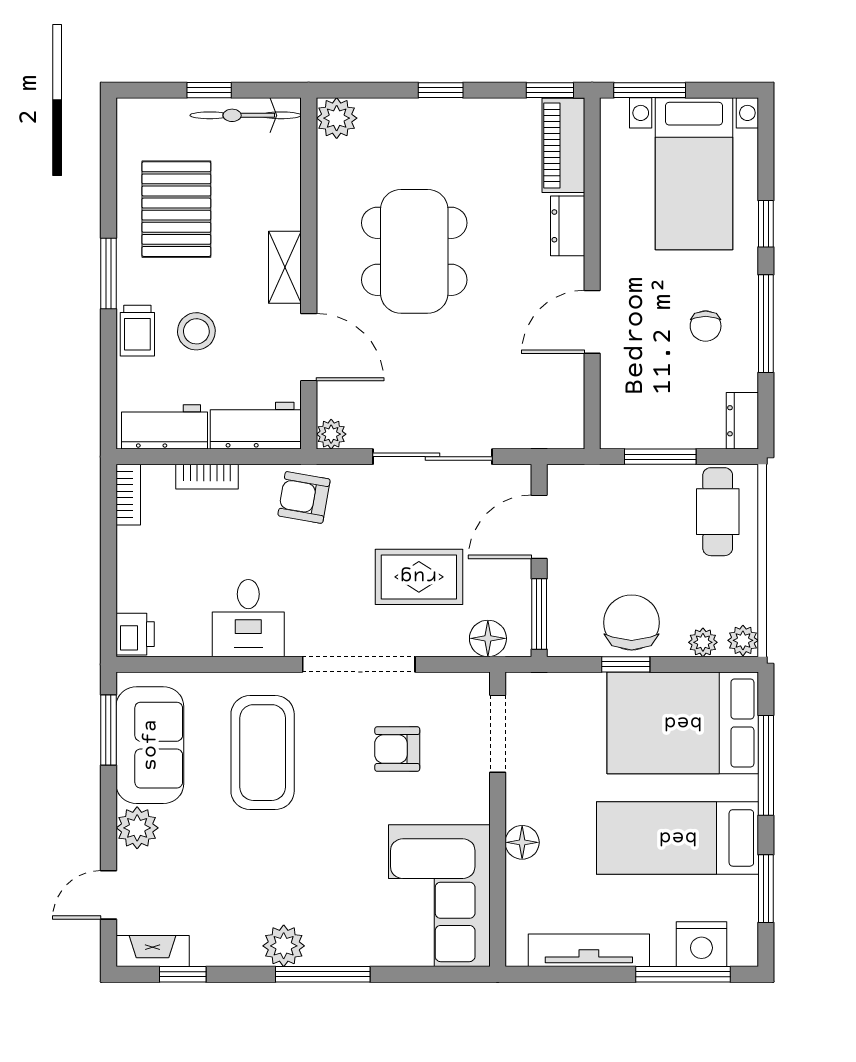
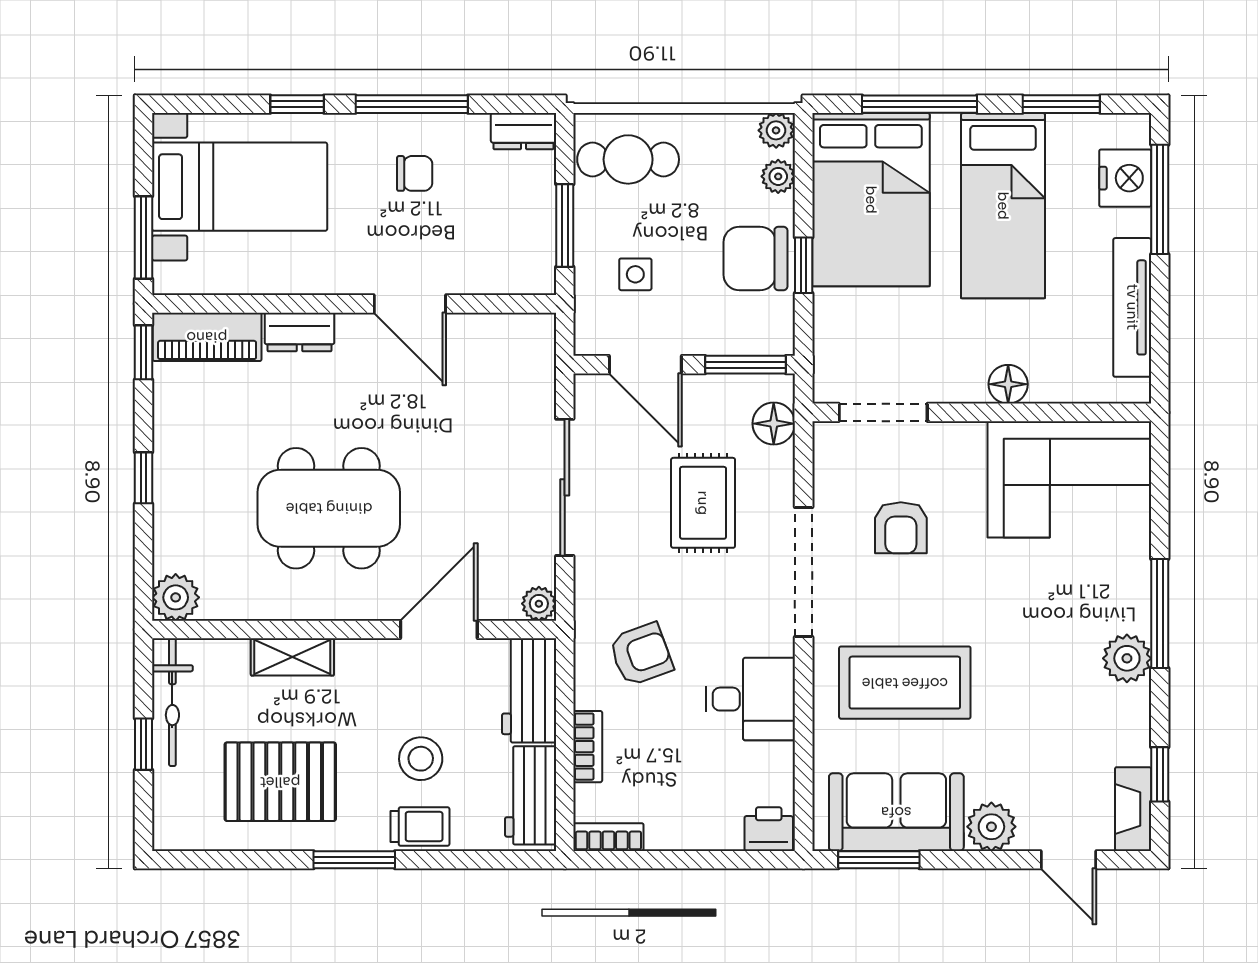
shelving: (285, 267) -> (292, 657), moved
armchair: (304, 497) -> (641, 654), moved, turned -120
side table: (618, 518) -> (635, 274), added

